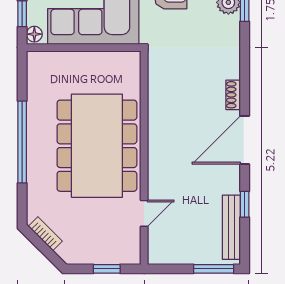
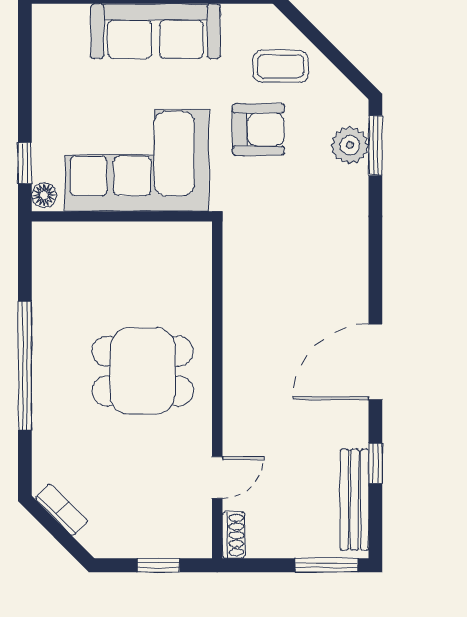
shoe rack: (233, 95) -> (234, 535), moved, turned 180
dining table: (97, 146) -> (143, 371), width x0.53, depth x0.80

